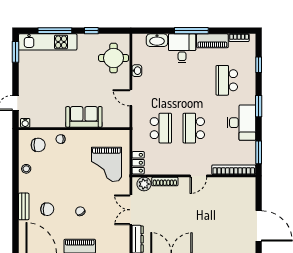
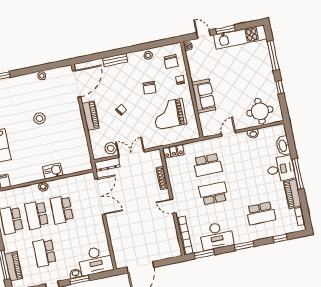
kitchen unit: (48, 42) -> (240, 37), moved, turned -90
window: (15, 52) -> (225, 30), moved
school desk: (227, 80) -> (261, 213), turned 180
desk: (241, 123) -> (216, 236), moved
grand piano: (106, 164) -> (169, 114), moved
plant: (144, 184) -> (156, 160), removed
chair: (47, 209) -> (150, 88), moved
stool: (120, 232) -> (111, 148), added

